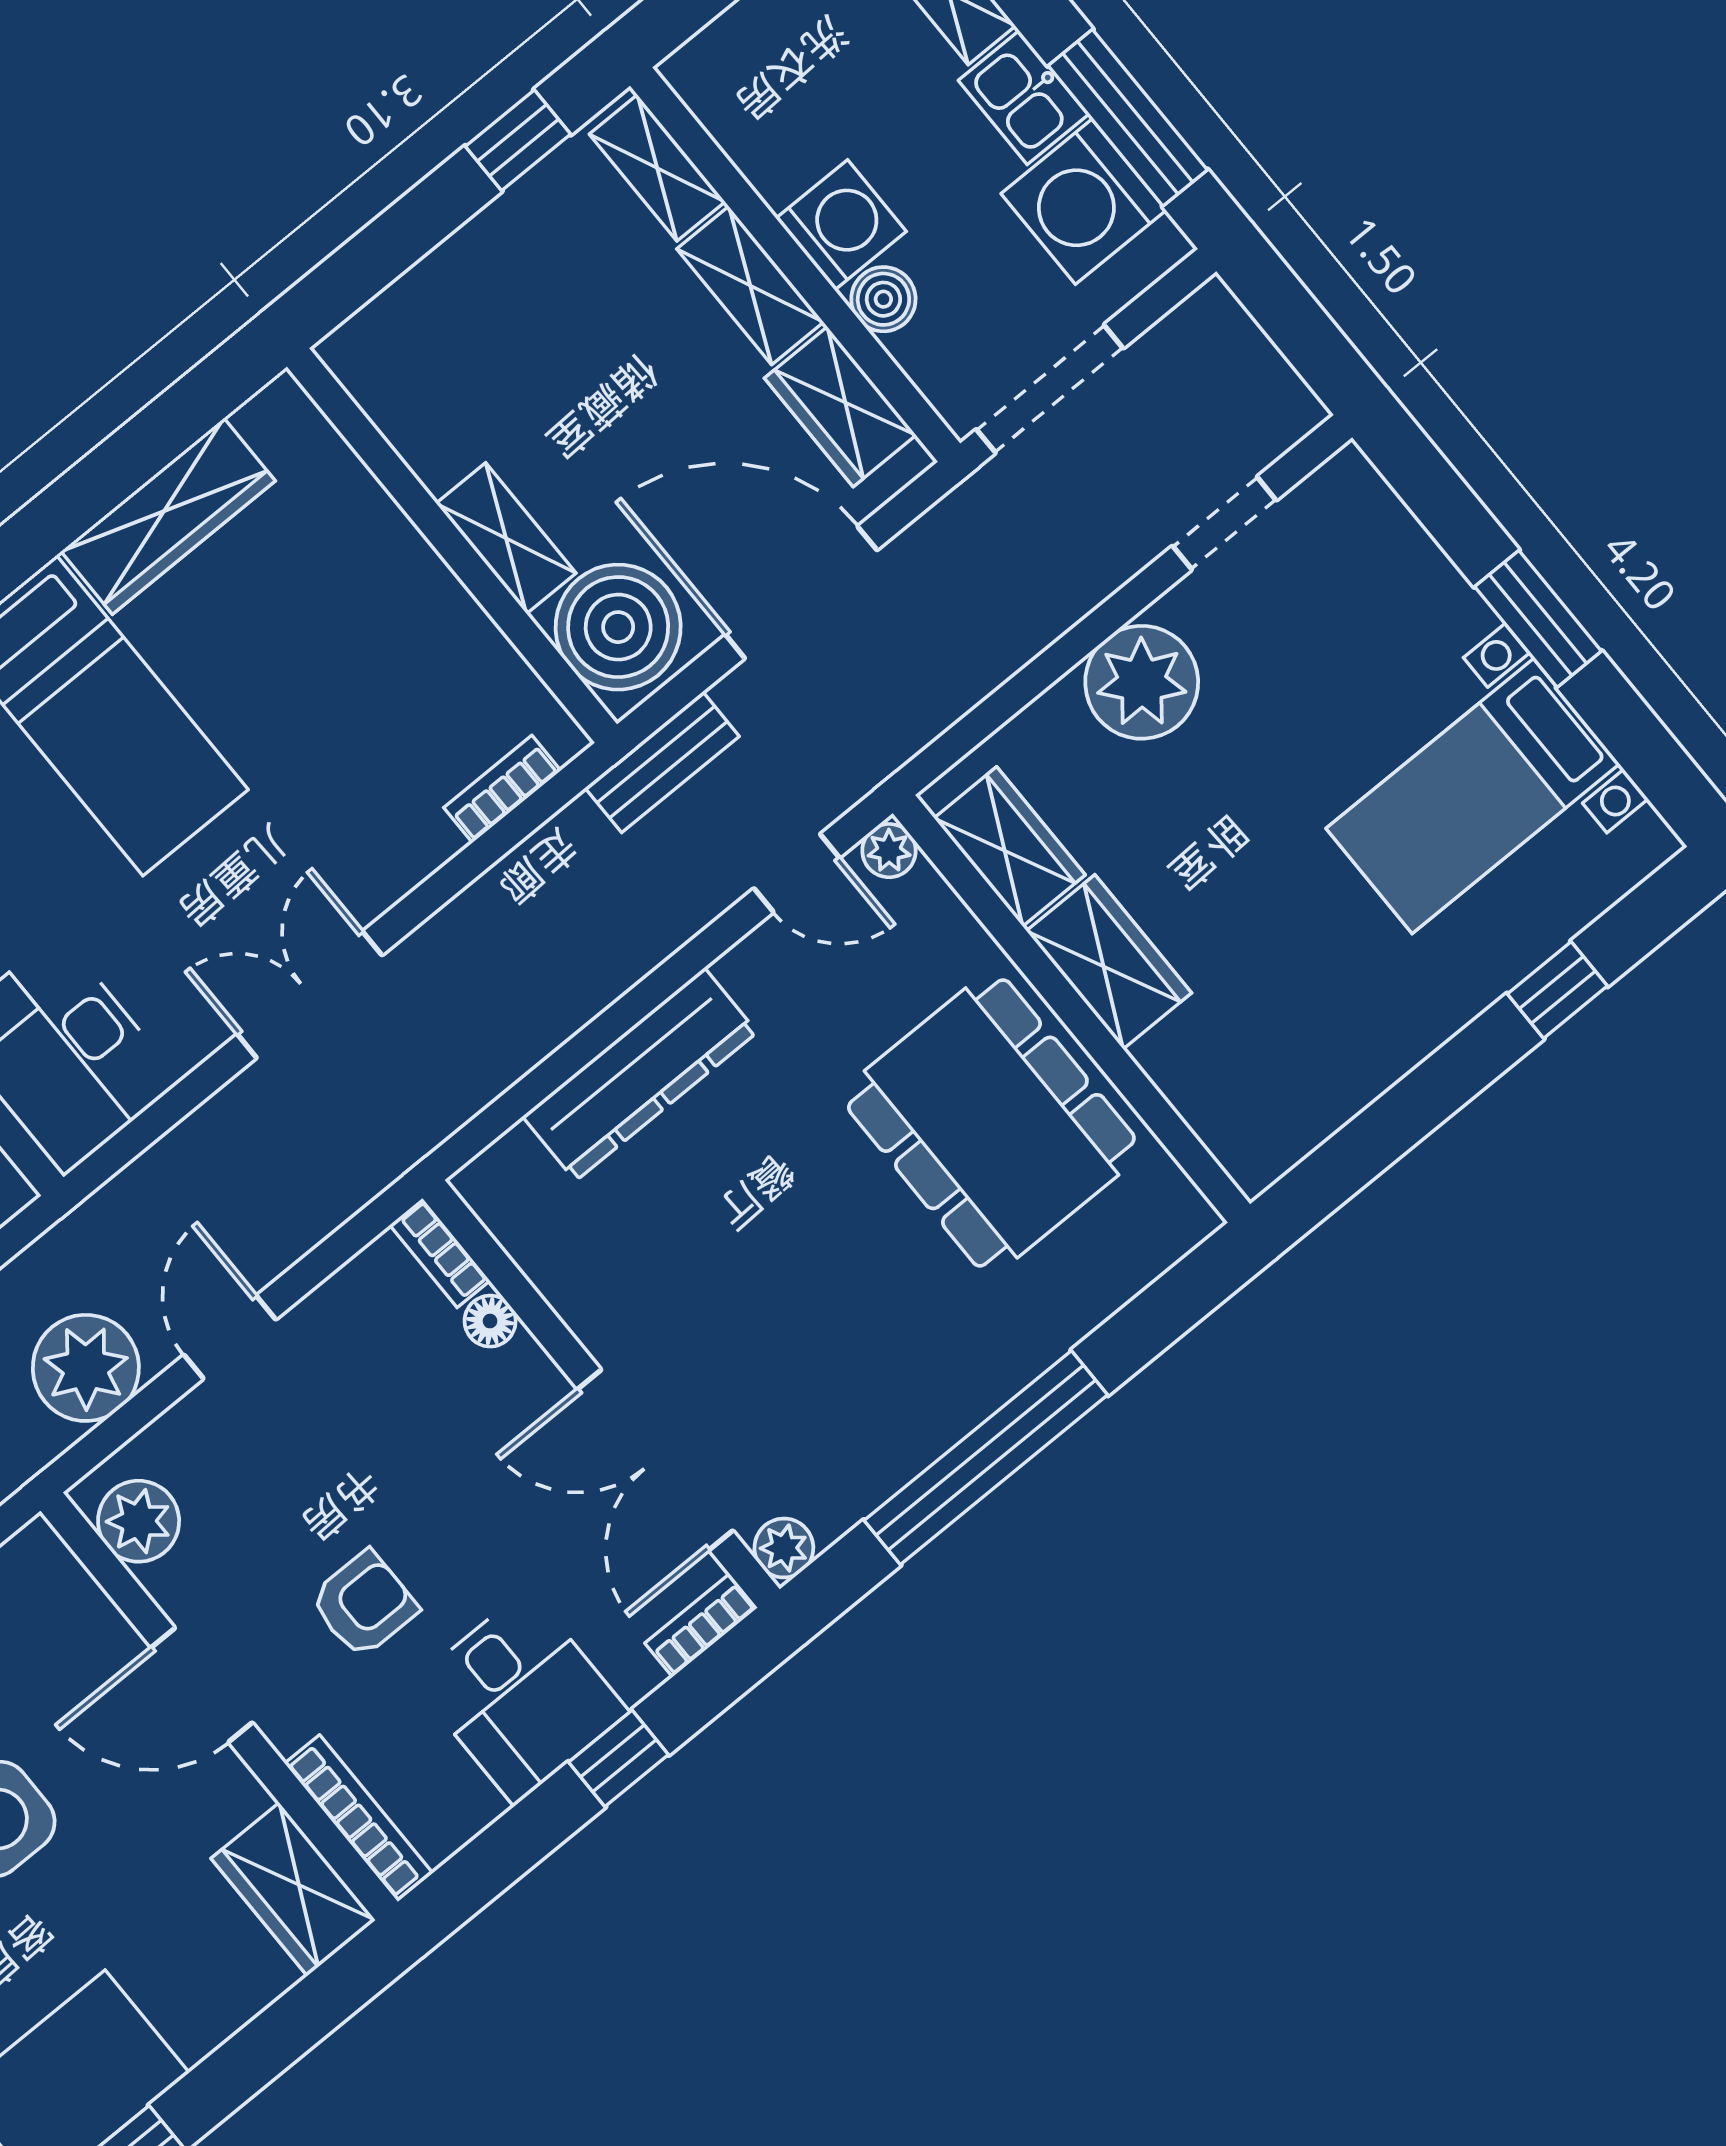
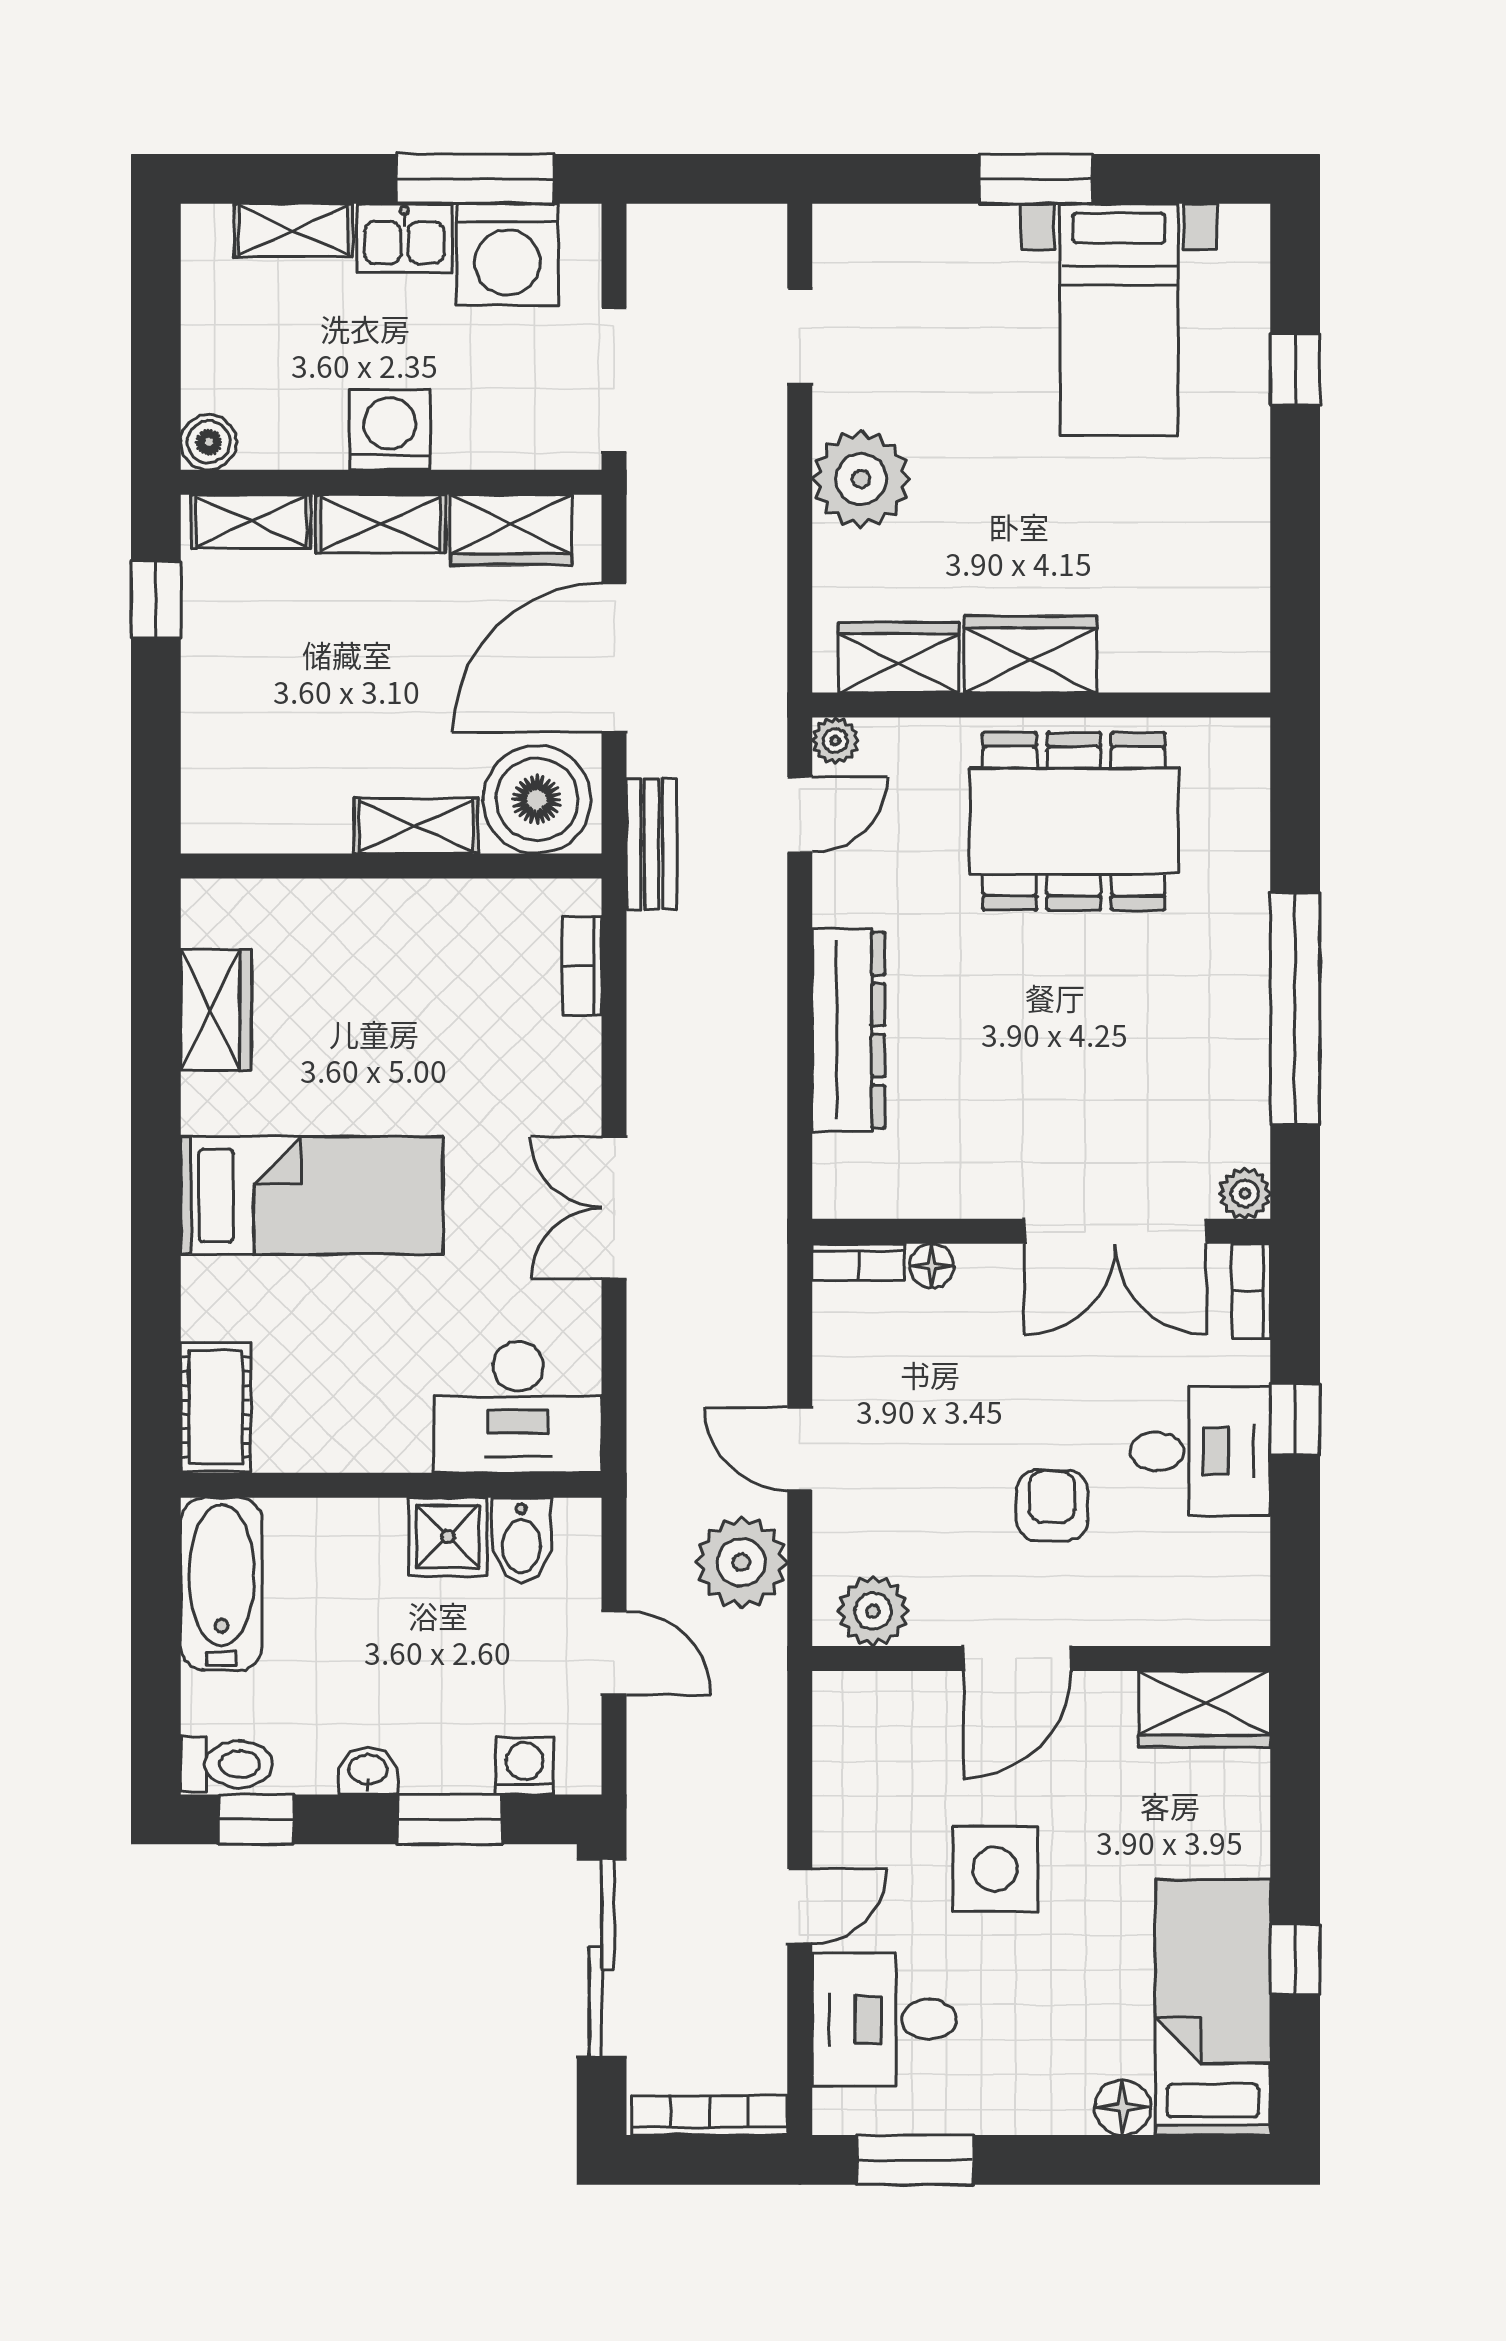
boiler: (883, 299) -> (209, 442), moved
wardrobe: (168, 516) -> (216, 1010), width x0.67
bookcase: (358, 1818) -> (1192, 1626), removed

